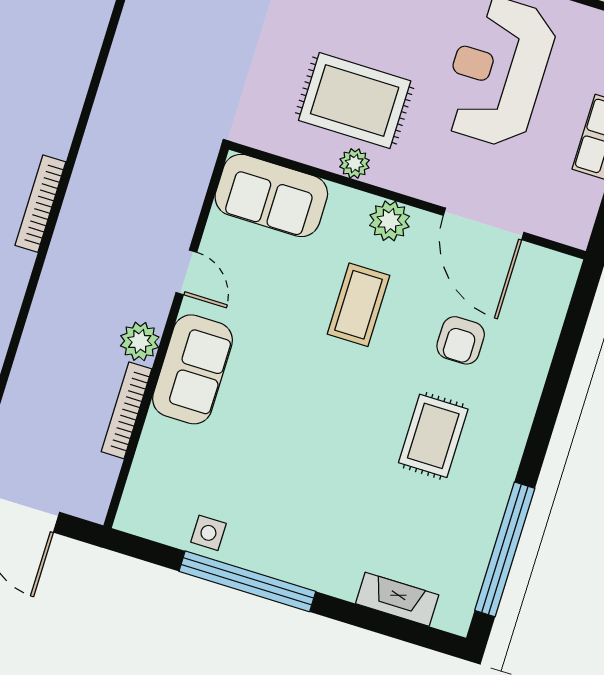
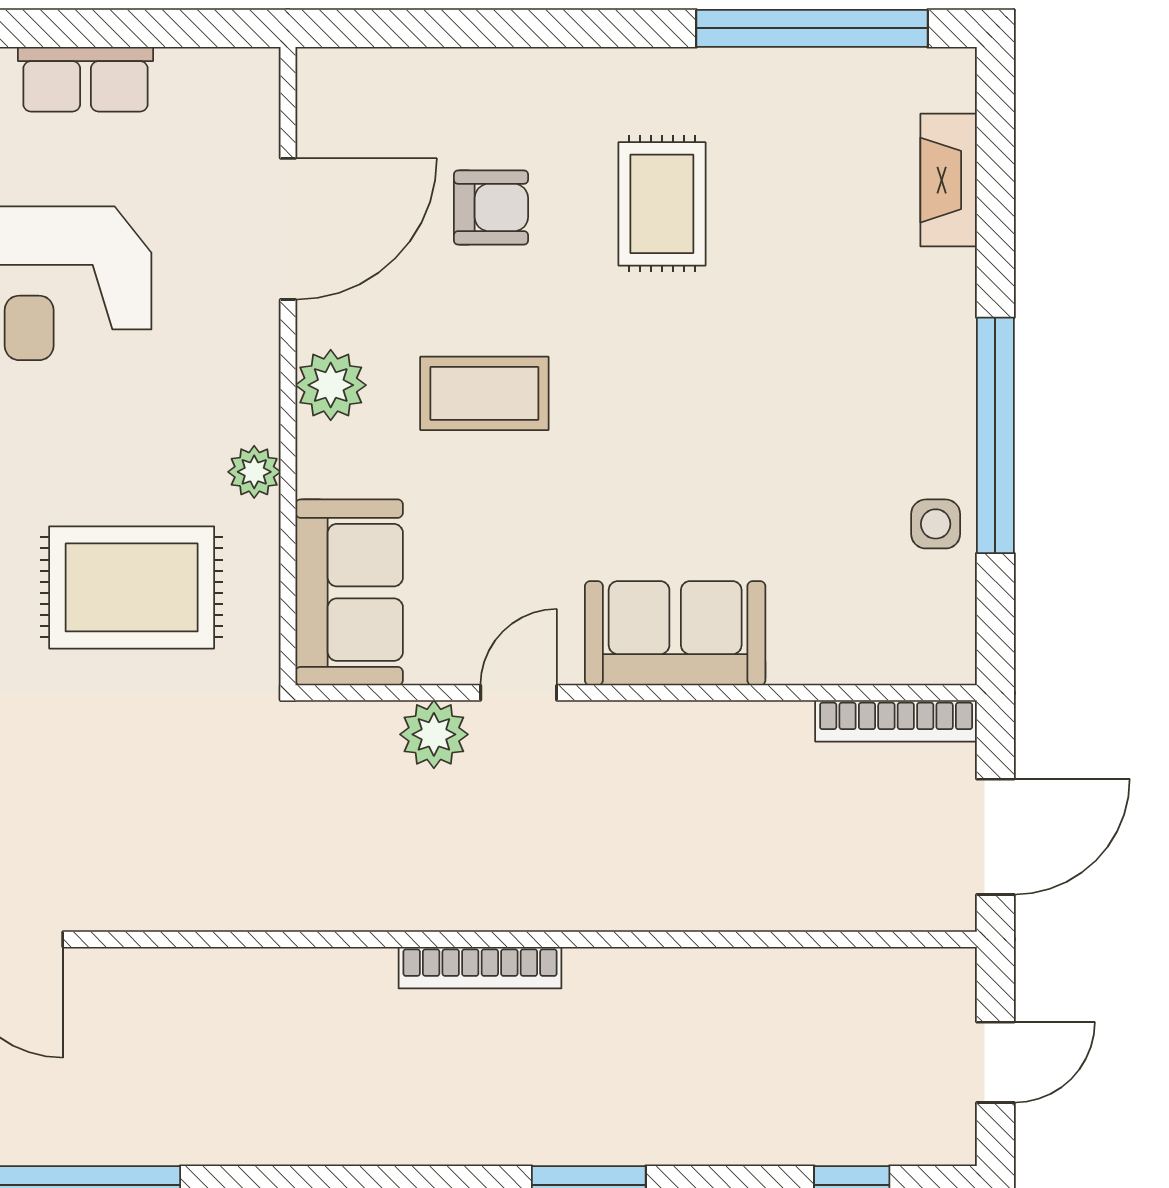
rug: (355, 101) -> (132, 587), moved, turned 90
plant: (140, 341) -> (434, 734), moved
bookcase: (127, 410) -> (896, 721), moved
rug: (433, 436) -> (662, 204), turned 90

